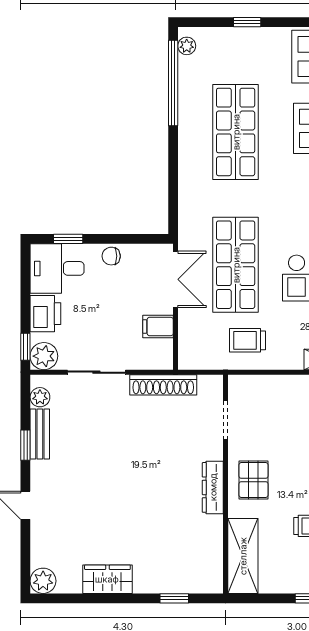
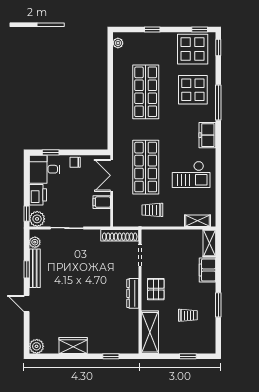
window: (173, 83) -> (110, 64), removed
double door: (175, 279) -> (112, 175), swing flipped
shoe rack: (163, 385) -> (120, 235), moved
bench: (40, 434) -> (35, 268), width x1.36

